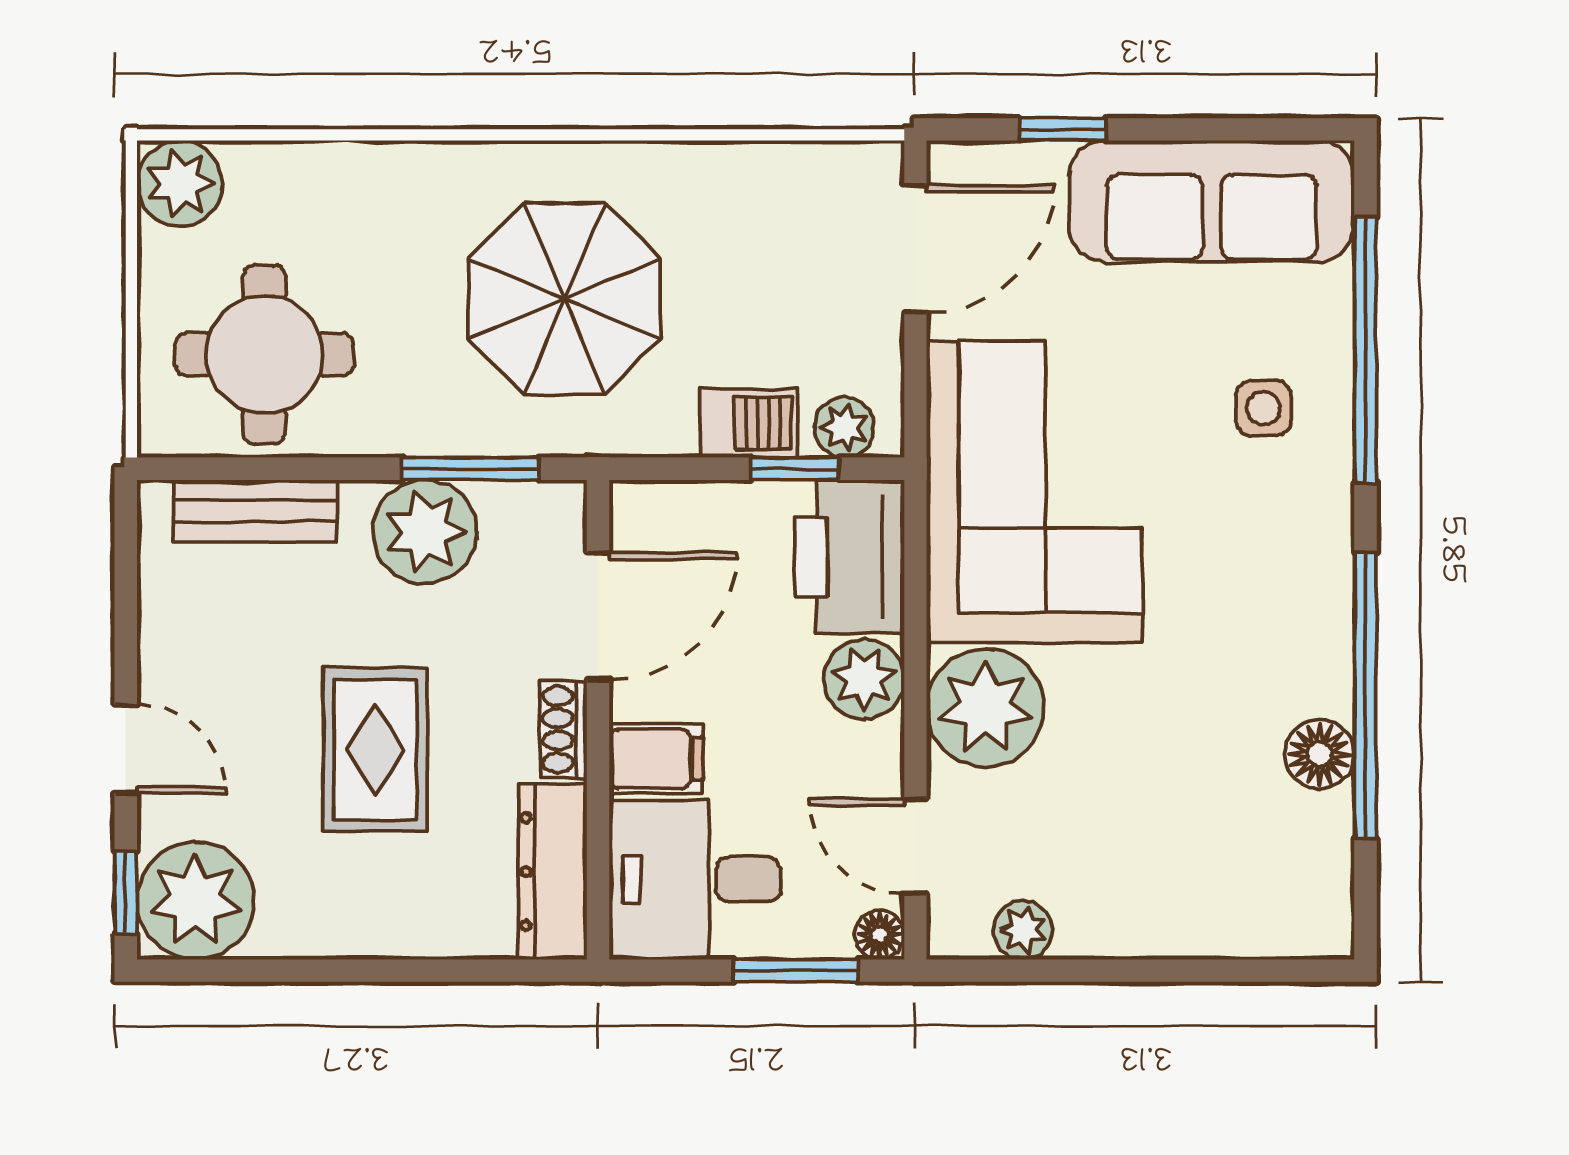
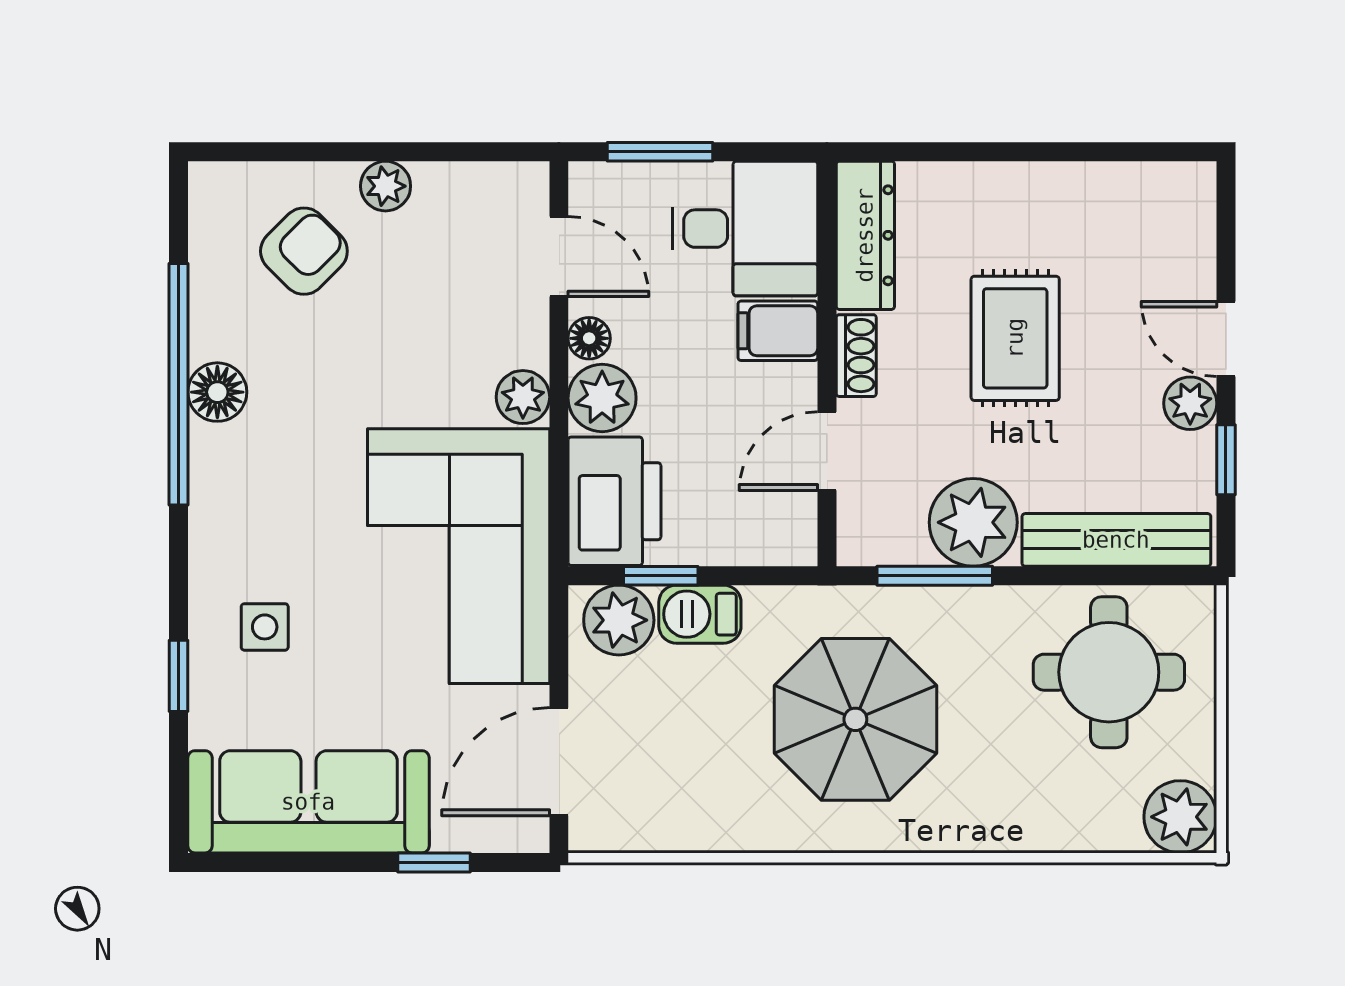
window: (1365, 350) -> (179, 676), width x0.32
plant: (844, 428) -> (619, 620), width x1.38, depth x1.38
bench: (255, 511) -> (1116, 540), width x1.36
door: (598, 616) -> (827, 451), width x0.73
plant: (985, 708) -> (523, 397), width x0.53, depth x0.53
floor lamp: (1320, 754) -> (217, 392), moved
armchair: (1217, 853) -> (304, 251), added
window: (126, 892) -> (1226, 460), moved
plant: (195, 901) -> (1190, 403), moved, width x0.53, depth x0.53
plant: (1023, 930) -> (386, 186), moved
floor lamp: (880, 935) -> (589, 338), moved

